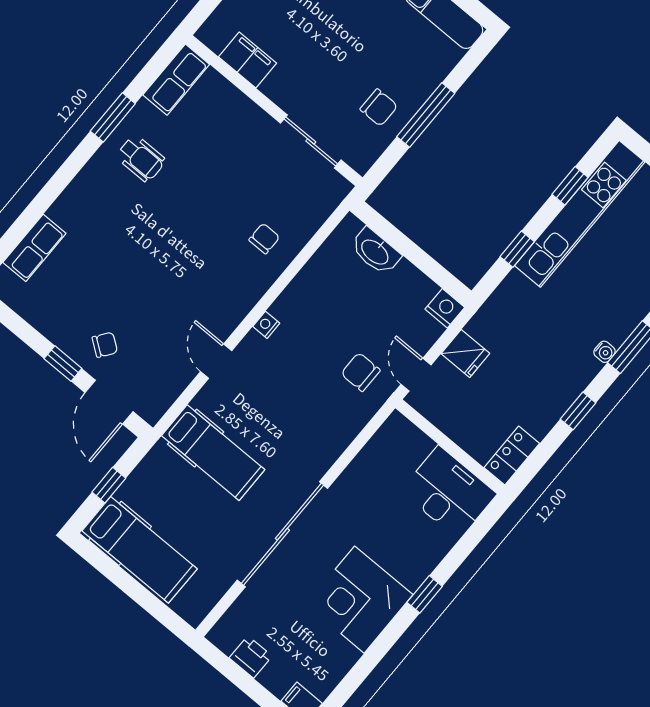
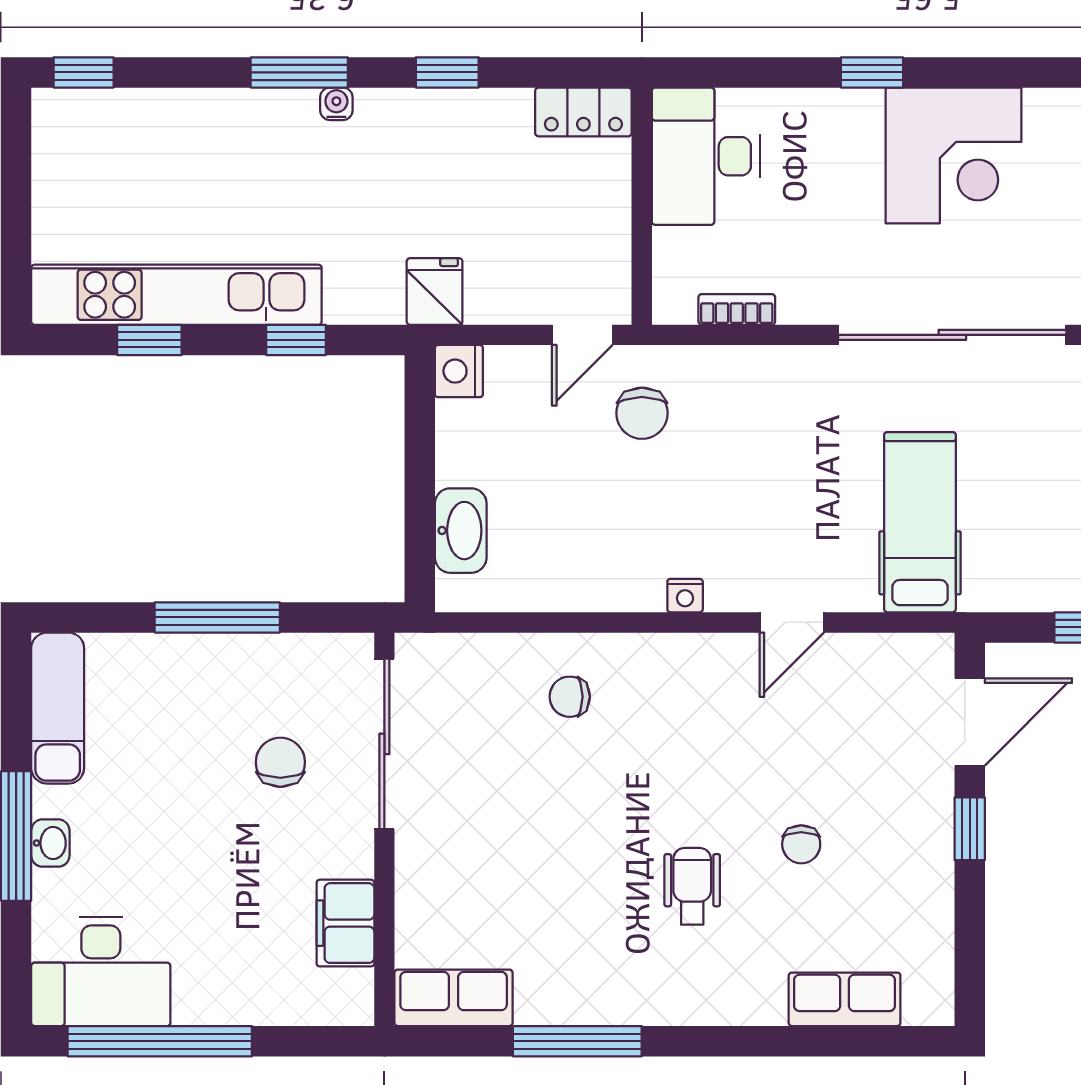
chair: (379, 108) -> (280, 762), moved
window: (113, 117) -> (577, 1041), width x1.44
sliding door: (311, 141) -> (384, 744), width x1.37
wheelchair: (141, 159) -> (692, 886), moved
chair: (105, 345) -> (801, 844), moved, turned -126
fridge: (465, 354) -> (435, 291), moved
bookcase: (371, 450) -> (737, 309), added

